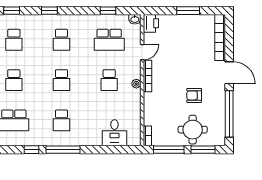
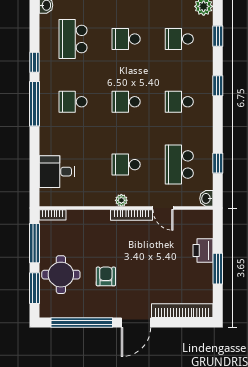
printer: (151, 23) -> (203, 251), moved, turned 90

